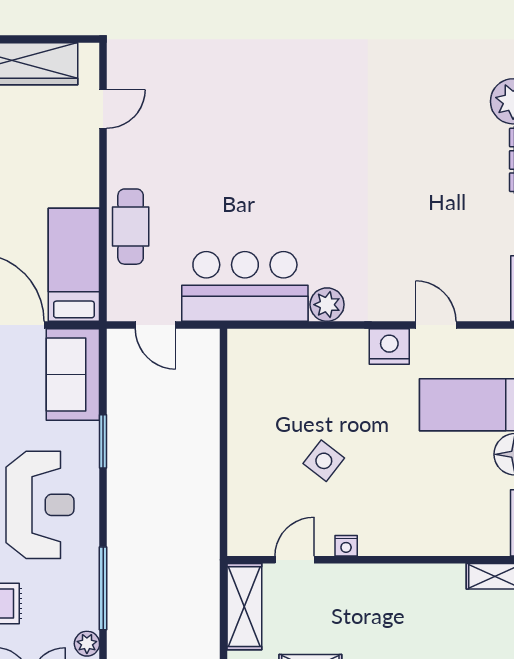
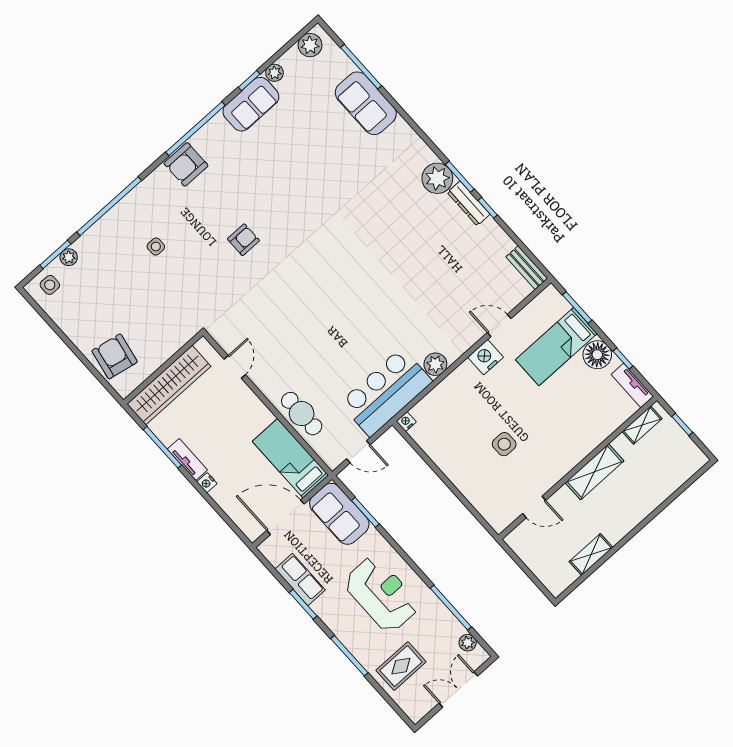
window: (103, 441) -> (365, 512), moved
side table: (324, 461) -> (504, 444), turned -38
nightstand: (346, 546) -> (406, 422), moved, turned 180
door: (295, 560) -> (534, 507), swing flipped
shelving: (244, 607) -> (594, 472), moved, turned 90

